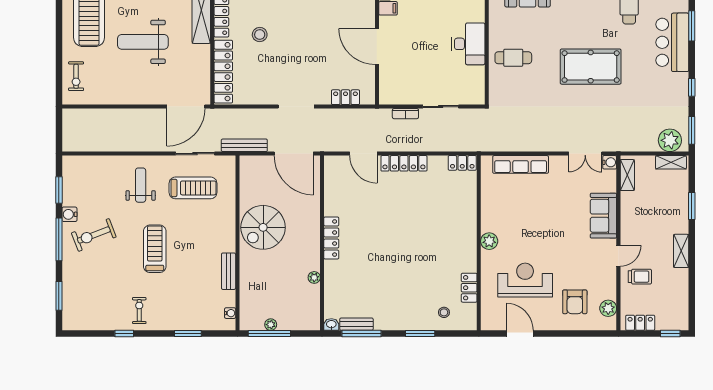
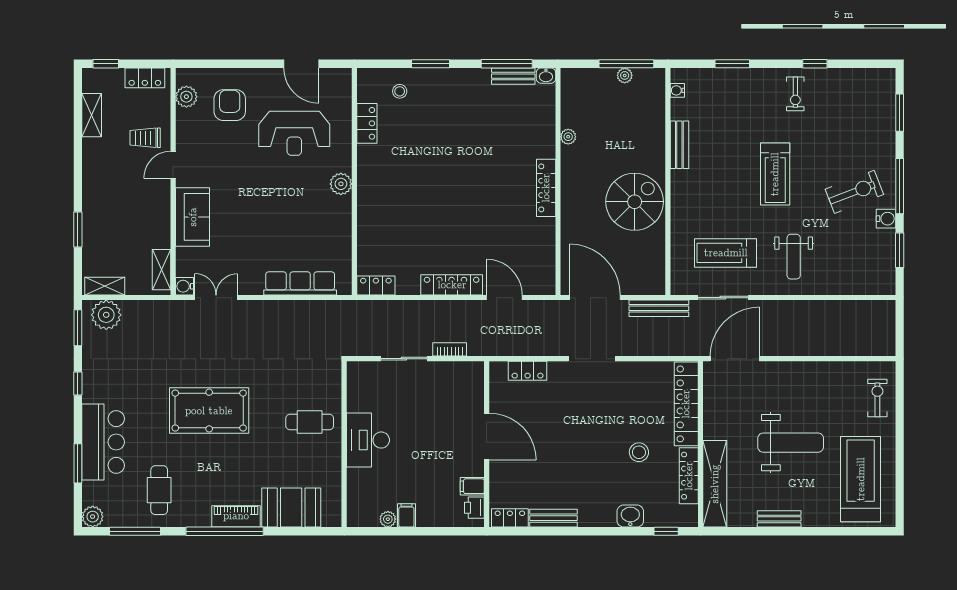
shelving: (681, 251) -> (92, 115), moved

